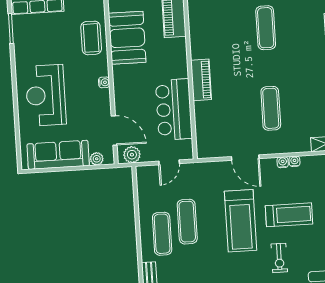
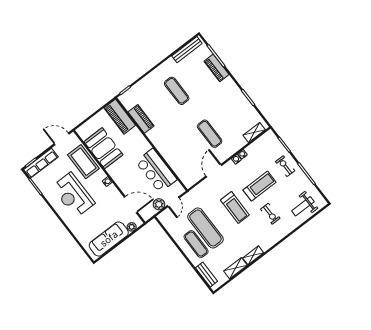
coffee table: (91, 38) -> (83, 162), width x1.36, depth x1.32
piano: (201, 80) -> (141, 119), moved
reception desk: (46, 95) -> (73, 195), moved
plant: (132, 155) -> (159, 204), moved
door: (245, 158) -> (214, 171), swing flipped
treadmill: (241, 221) -> (235, 208), width x0.73, depth x0.73
exercise mat: (187, 222) -> (205, 228), width x1.36, depth x1.45

